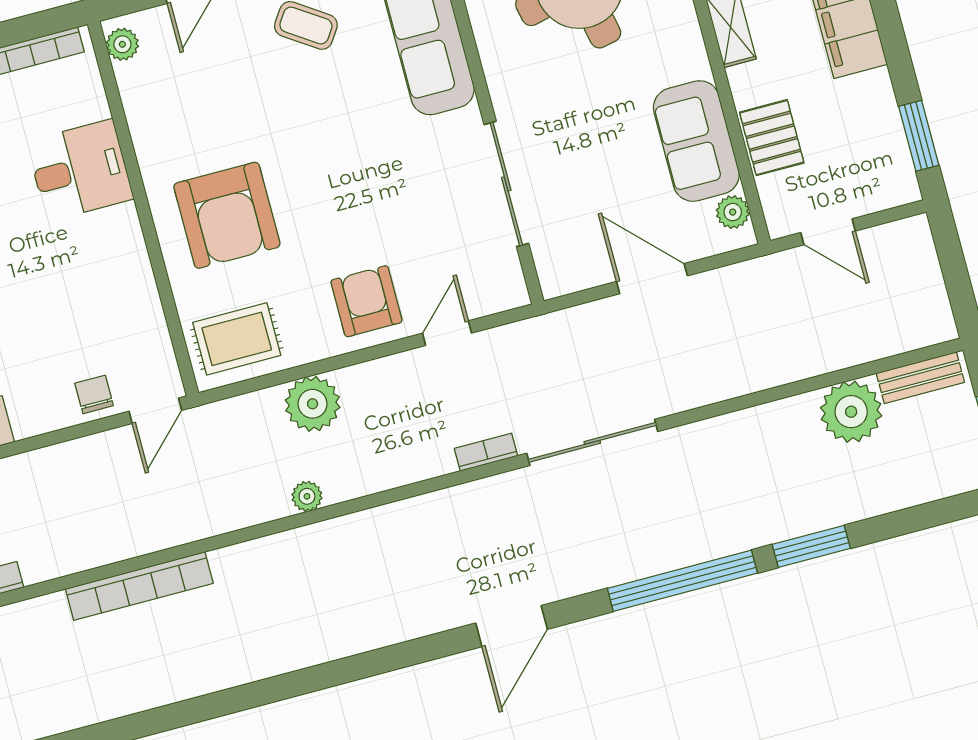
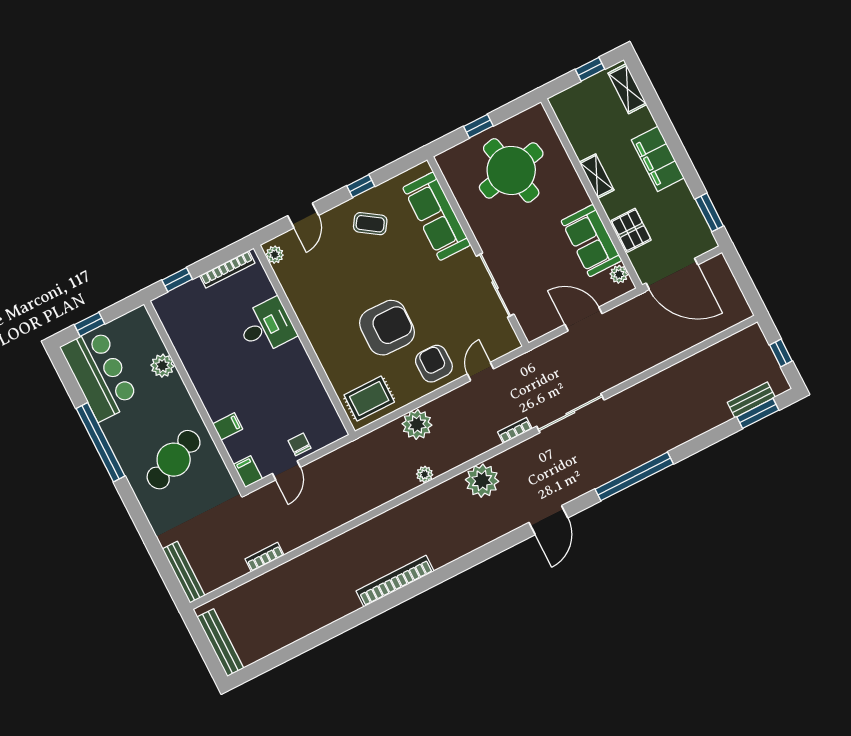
armchair: (227, 215) -> (387, 328), moved, turned -89
door: (828, 232) -> (672, 274), width x1.88
bench: (920, 378) -> (751, 400), moved
door: (155, 411) -> (286, 470), moved
plant: (851, 412) -> (482, 481), moved
window: (811, 546) -> (758, 413), moved
bookcase: (139, 586) -> (395, 581), moved, turned 180

